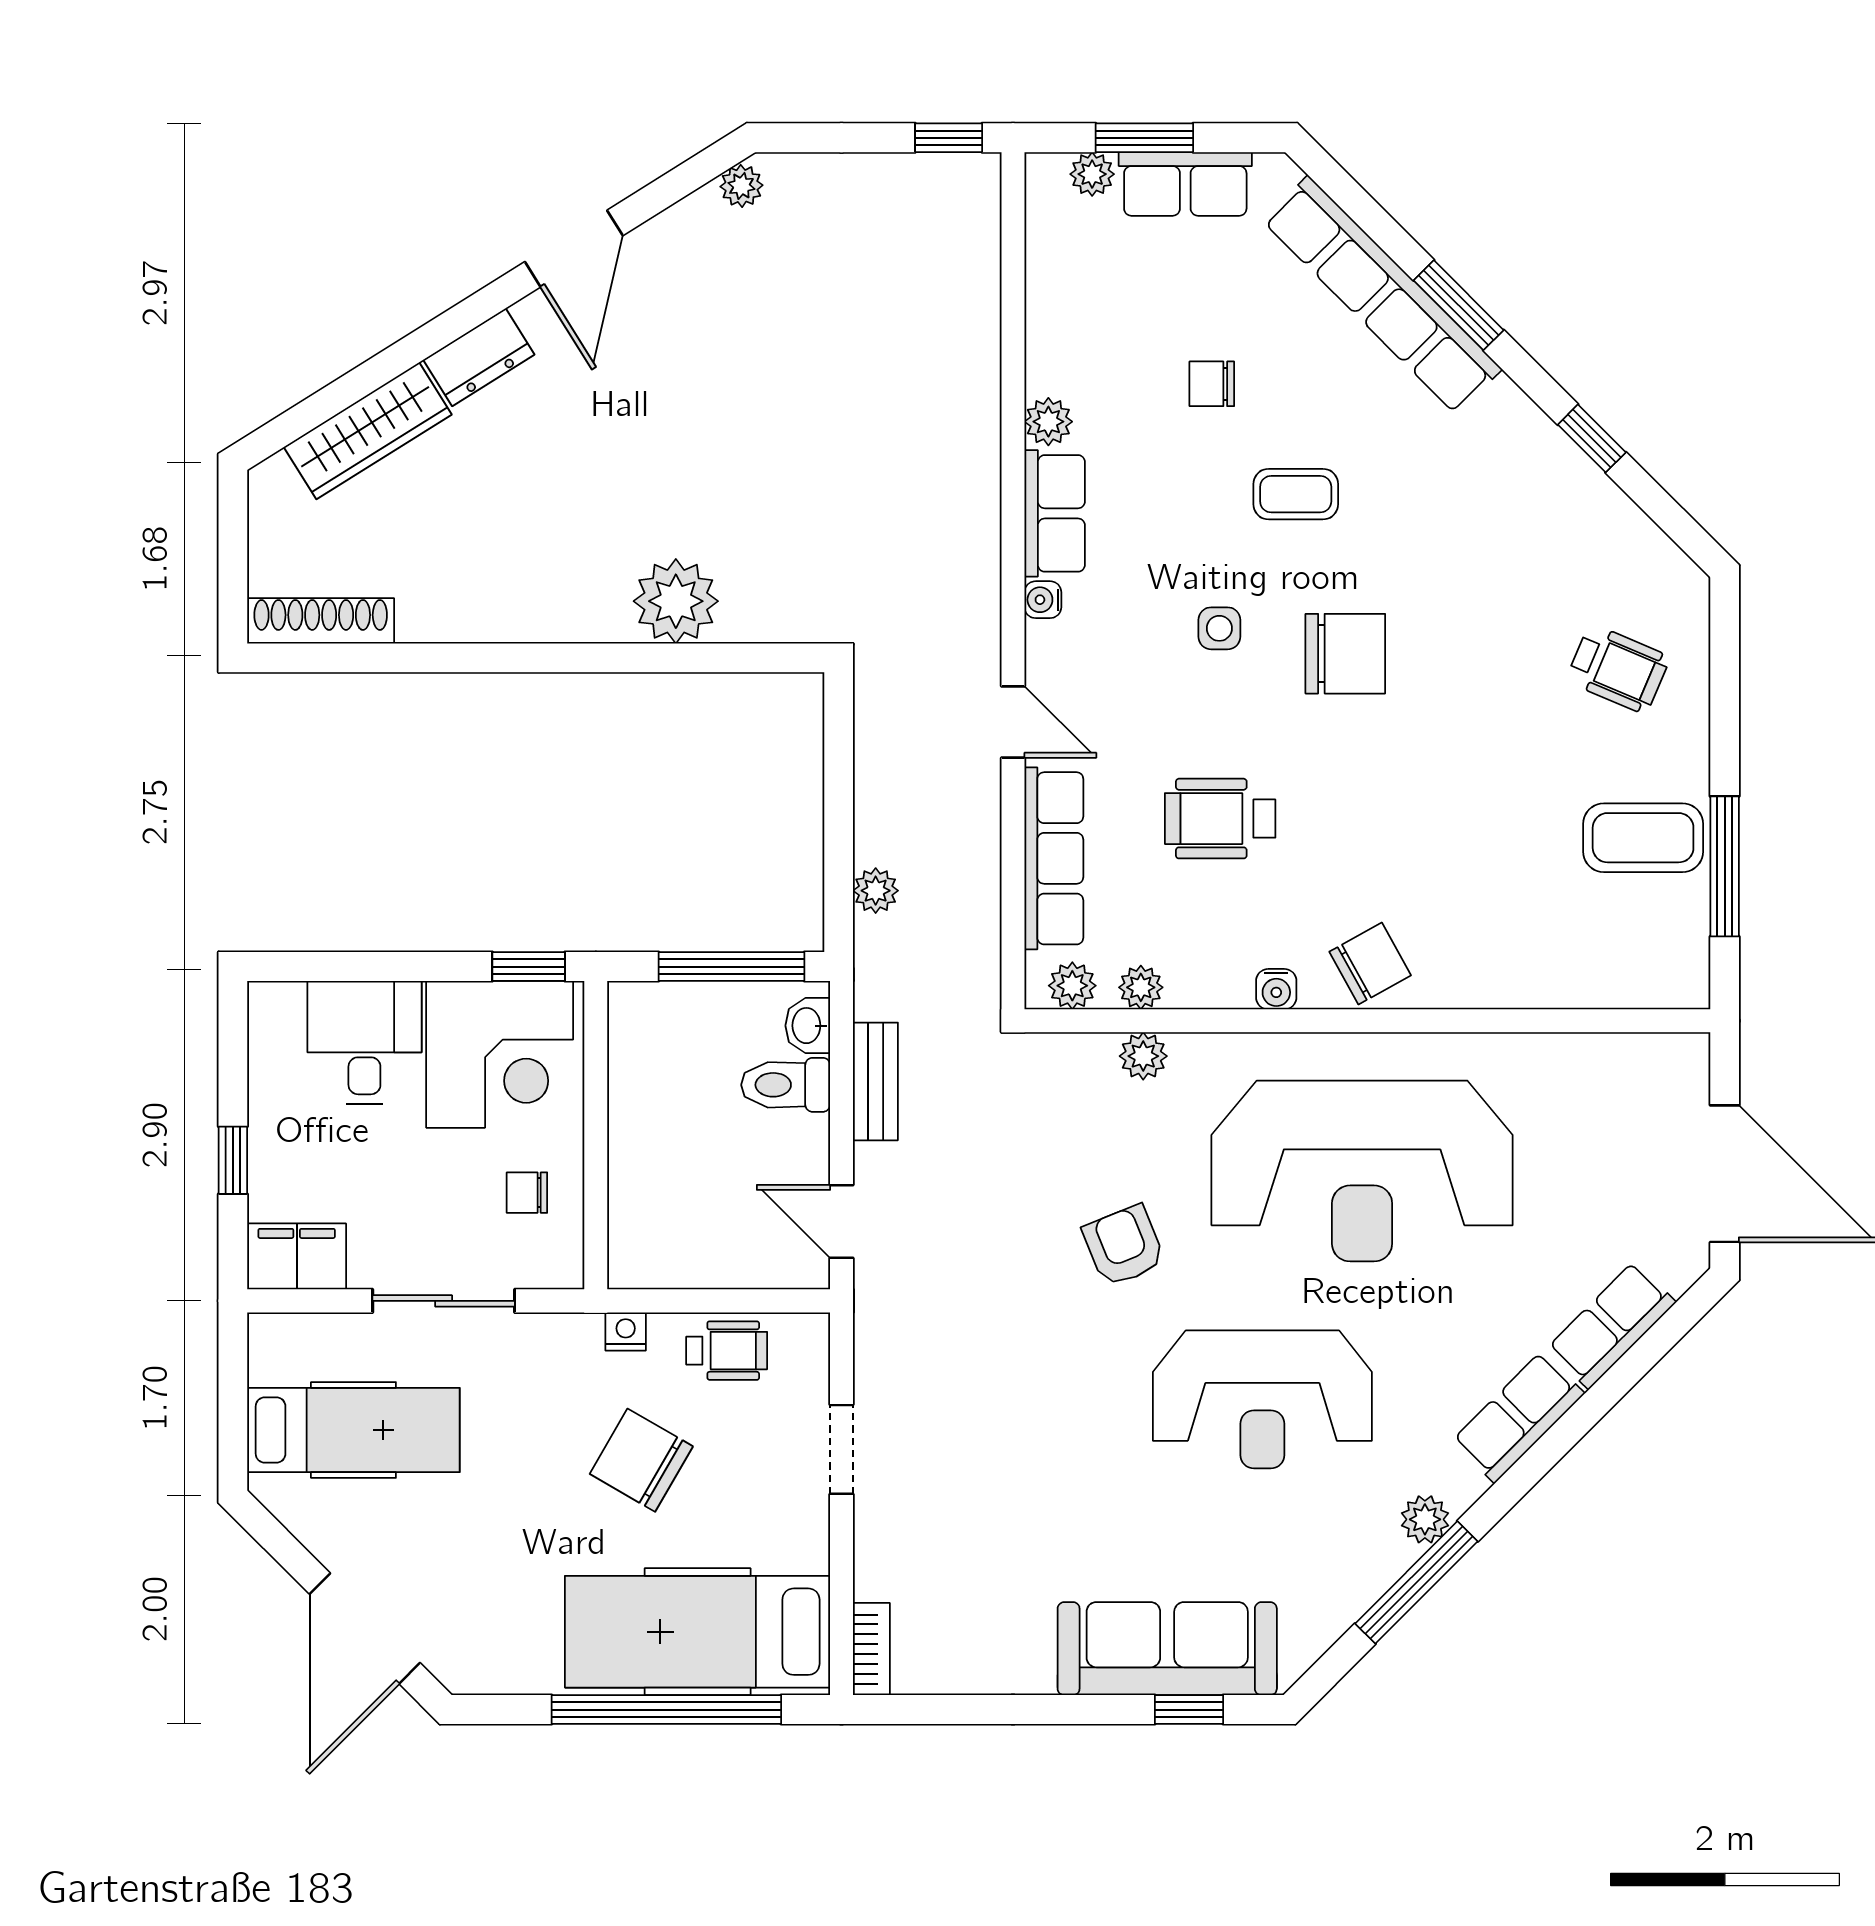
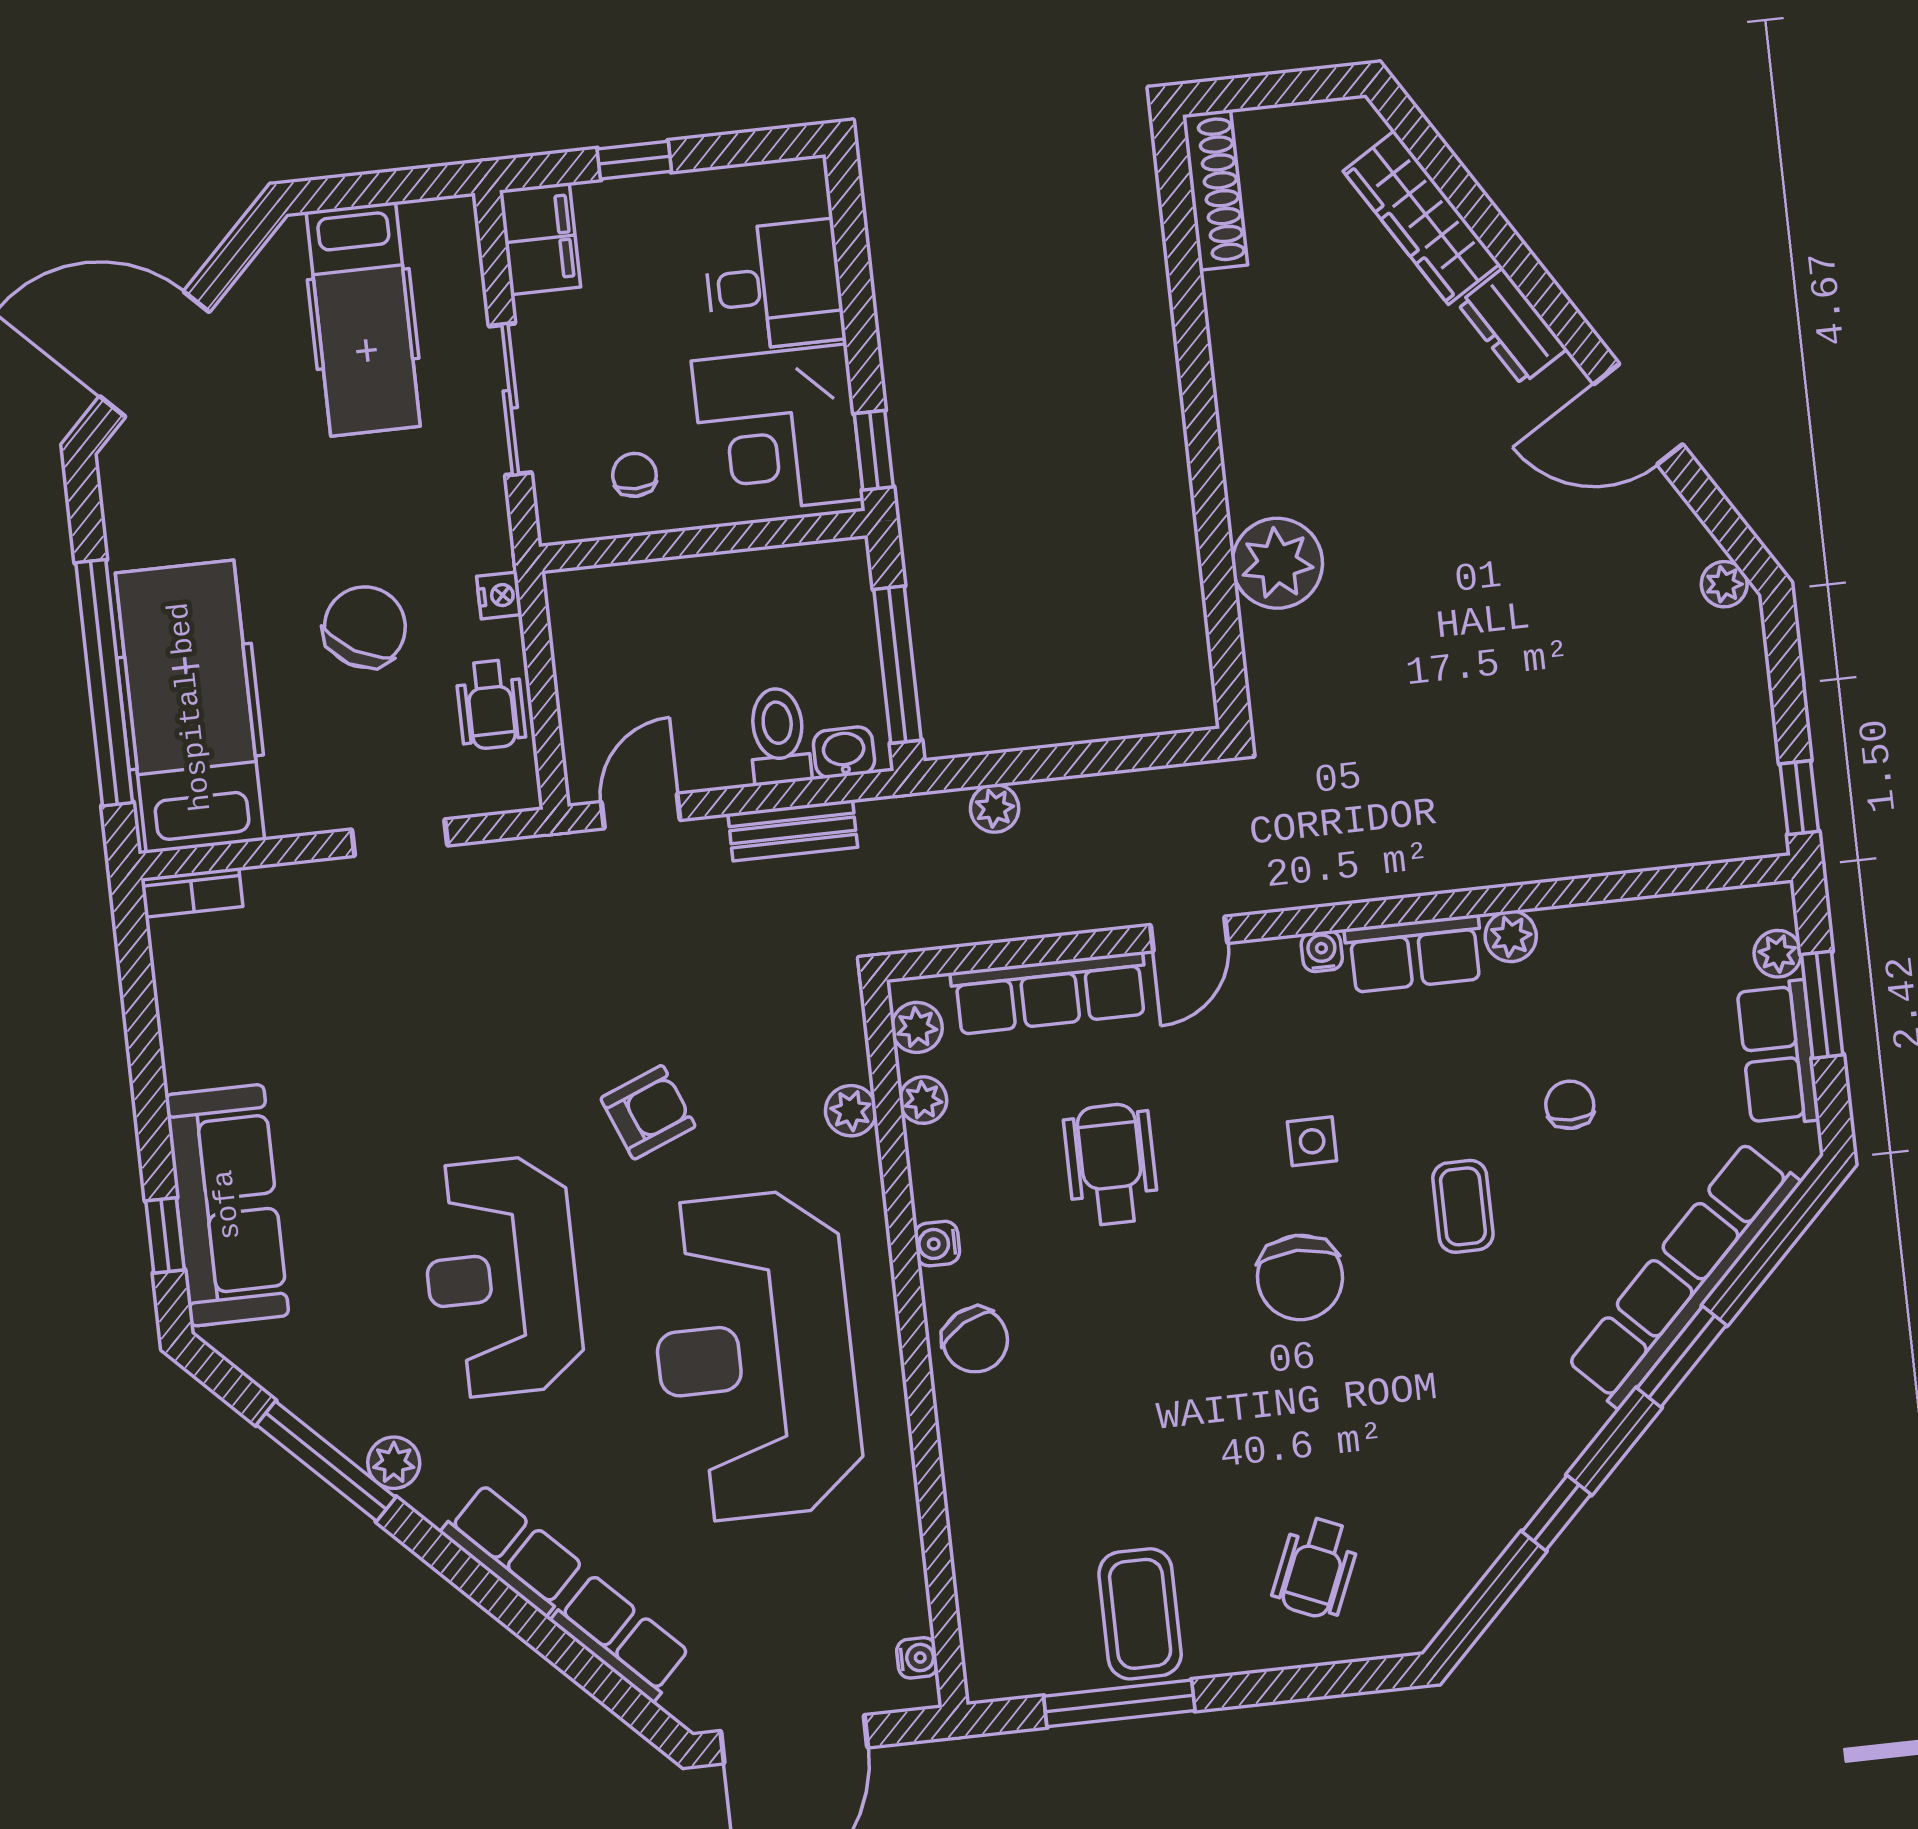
water cooler: (1661, 1051) -> (917, 1658), added

